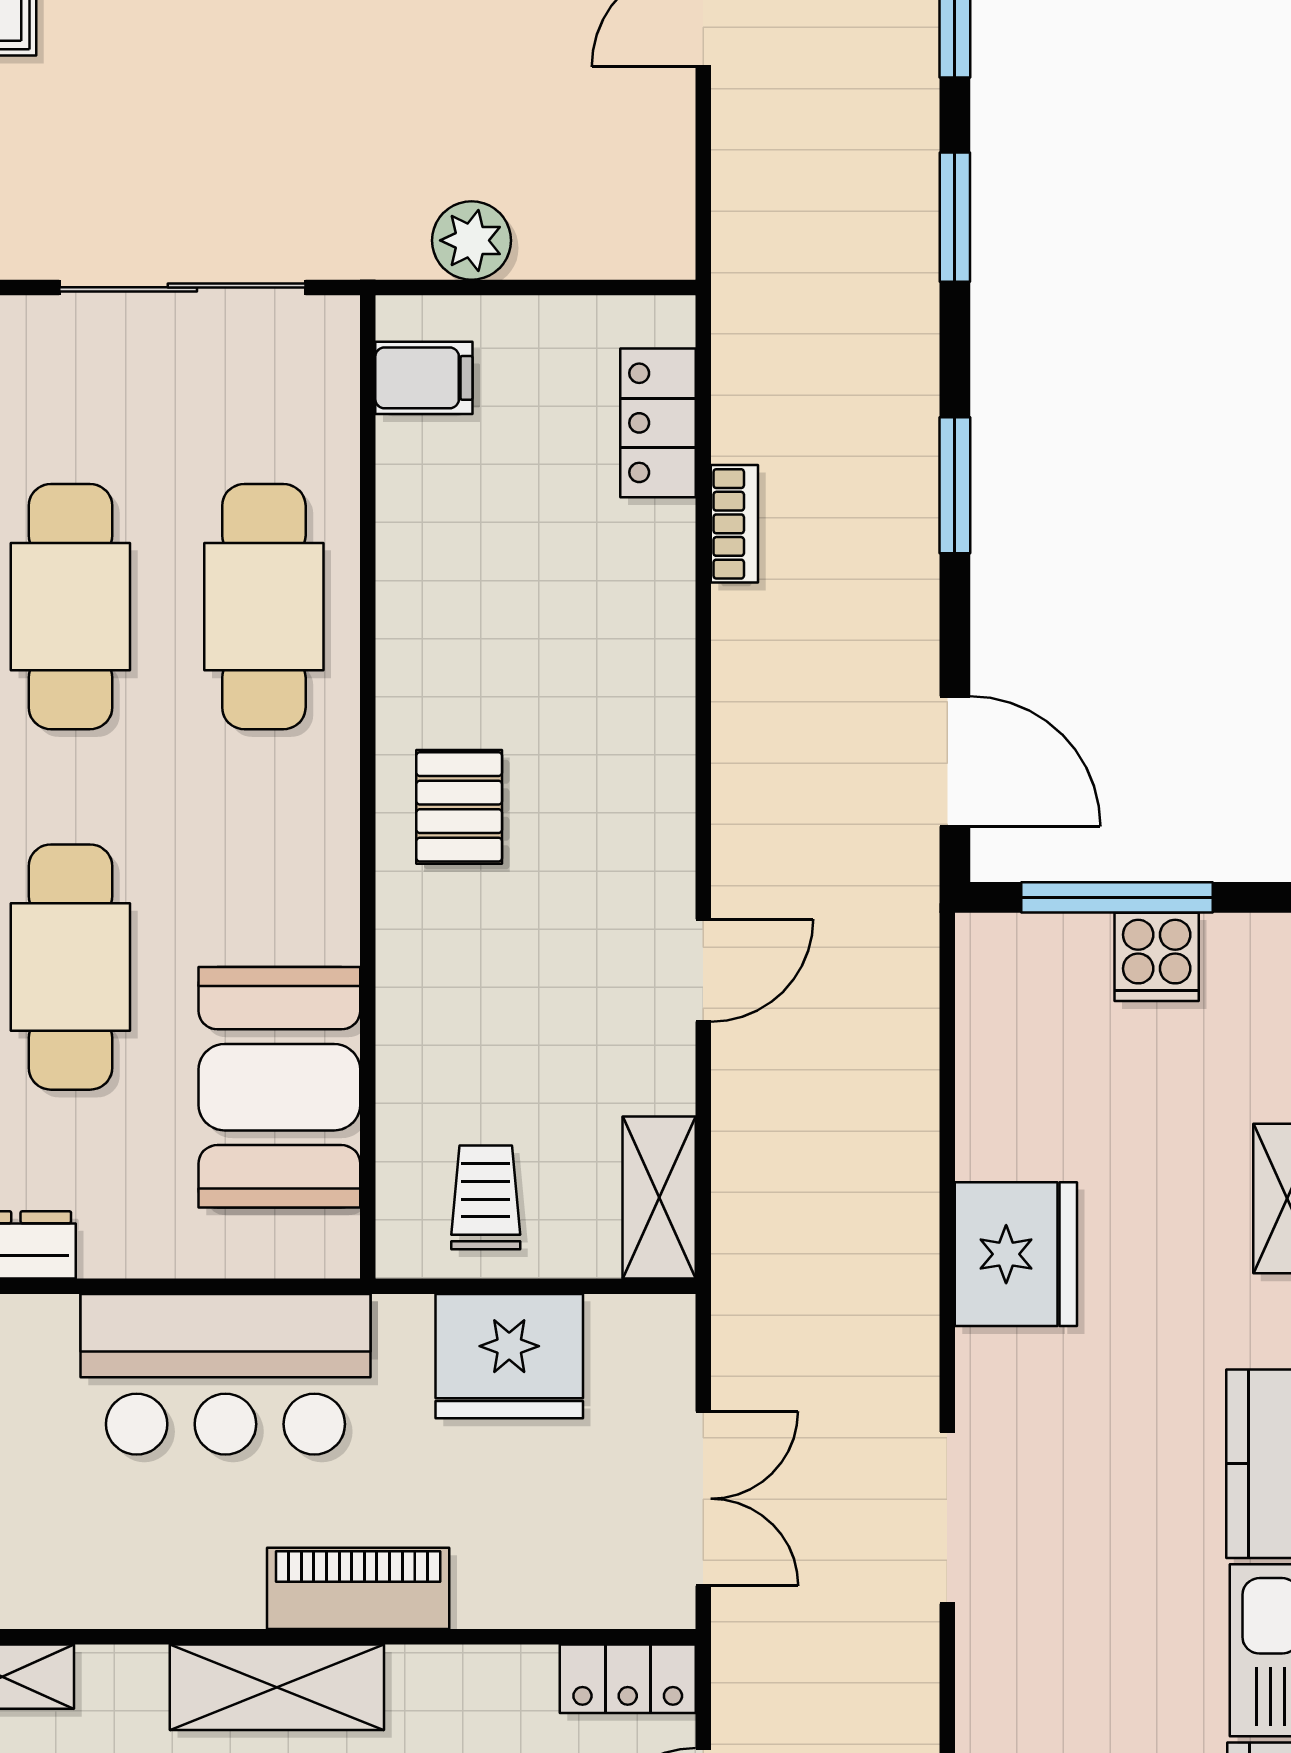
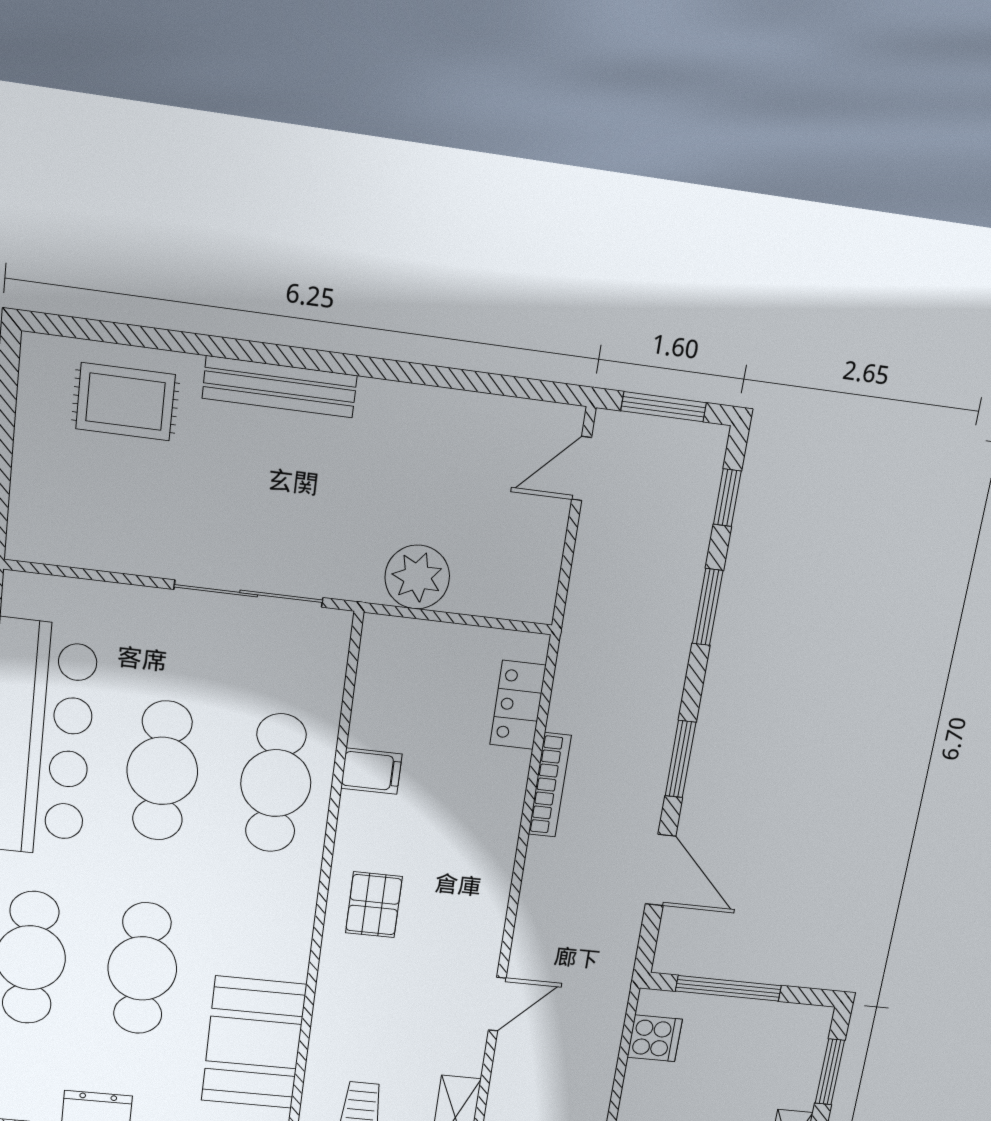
plant: (471, 240) -> (417, 577), width x1.36, depth x1.36
filing cabinet: (424, 378) -> (371, 771), moved
bookcase: (734, 524) -> (550, 785), width x1.56
door: (955, 761) -> (661, 870), moved
cooker: (1157, 957) -> (655, 1038), moved, turned -90

